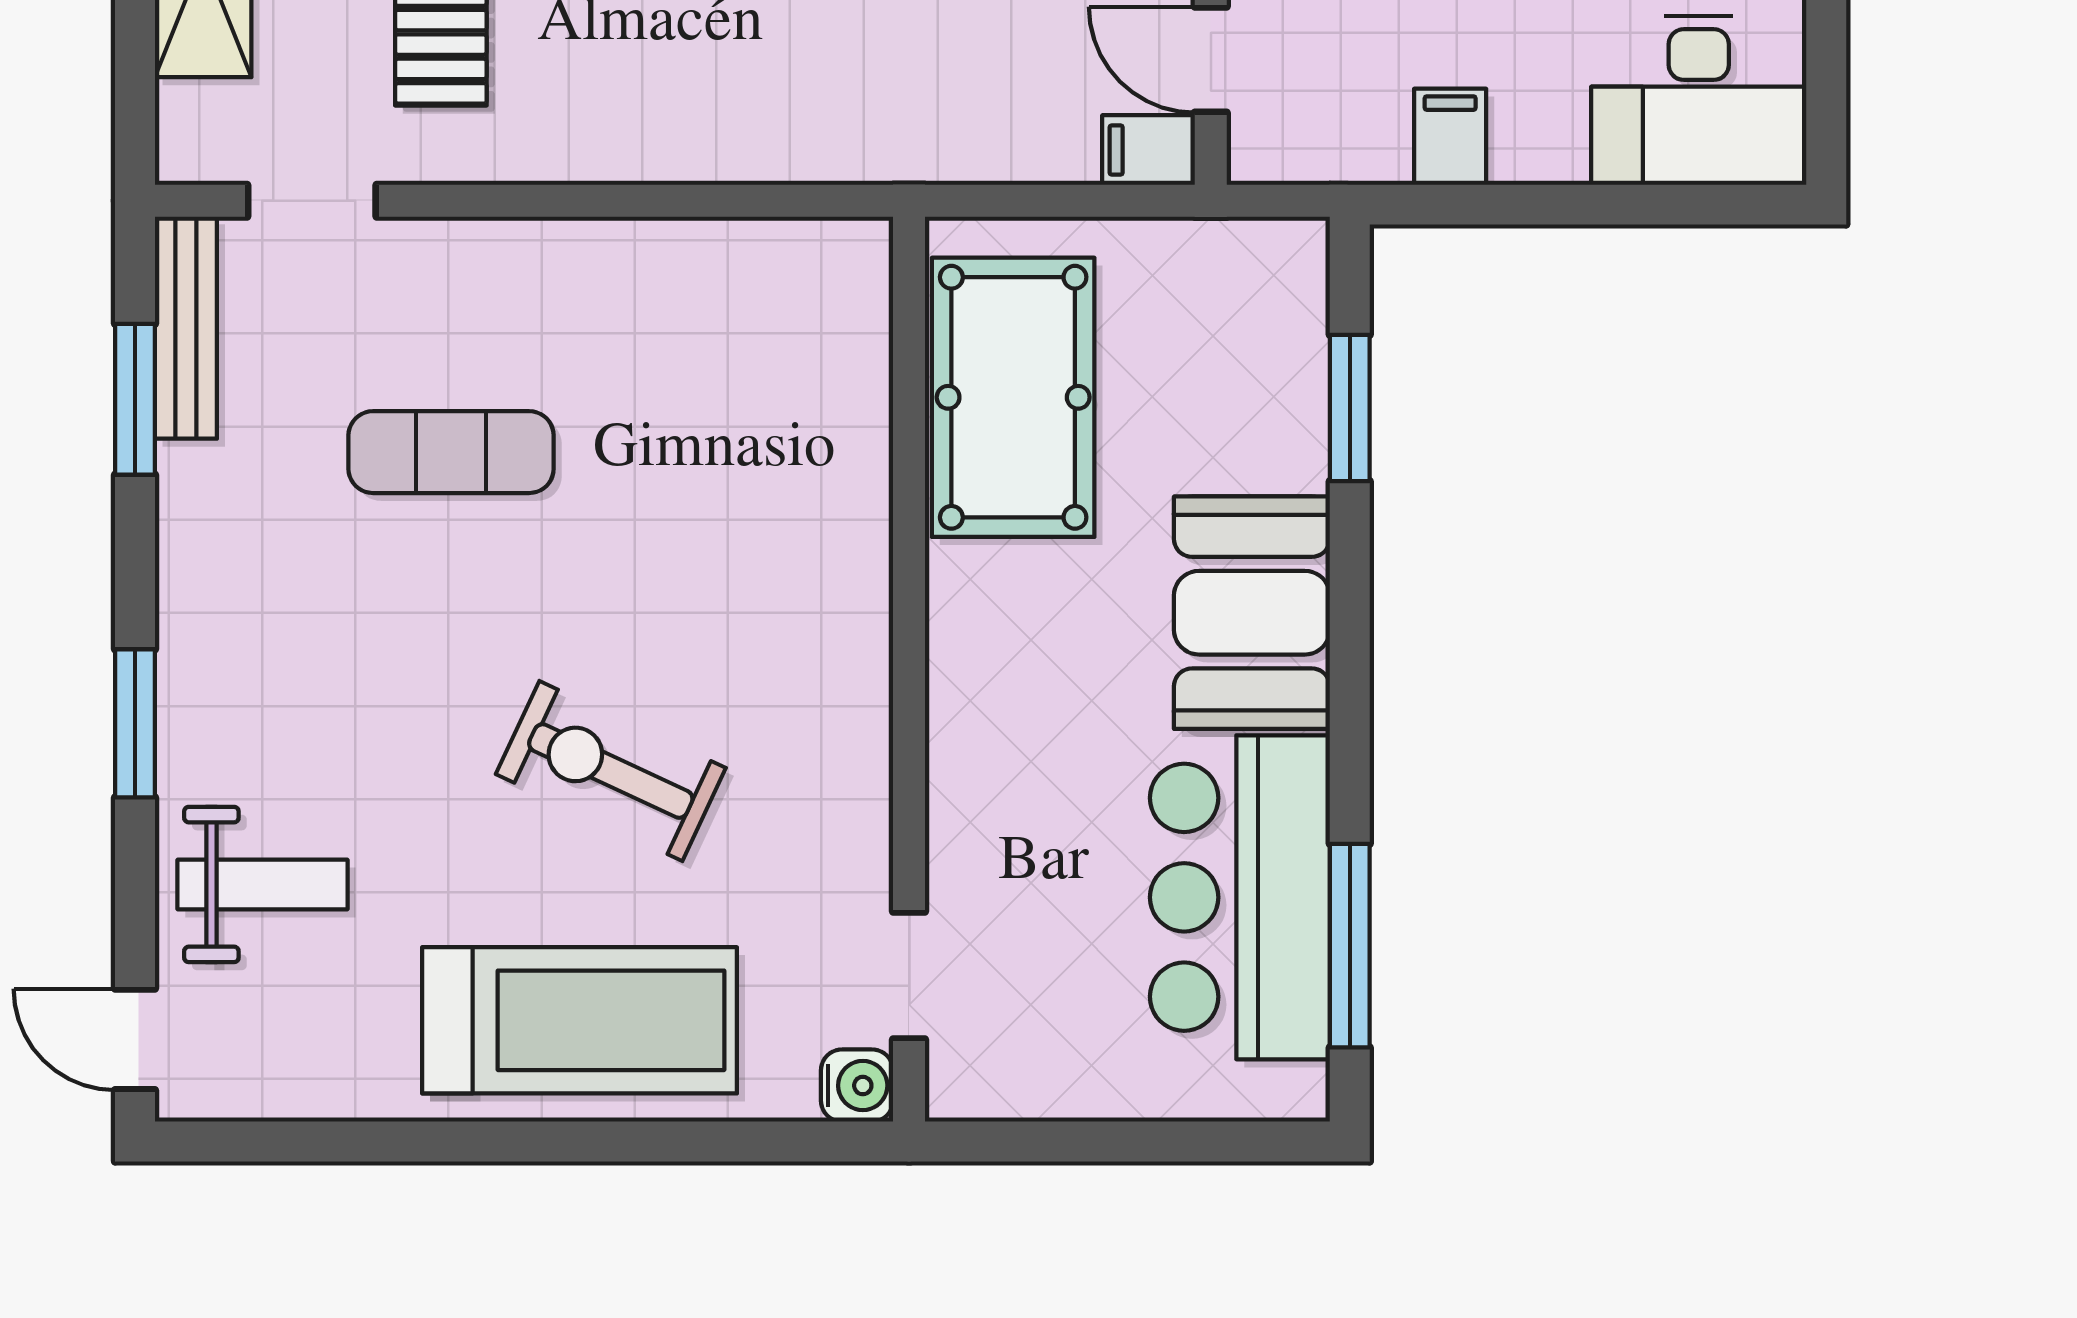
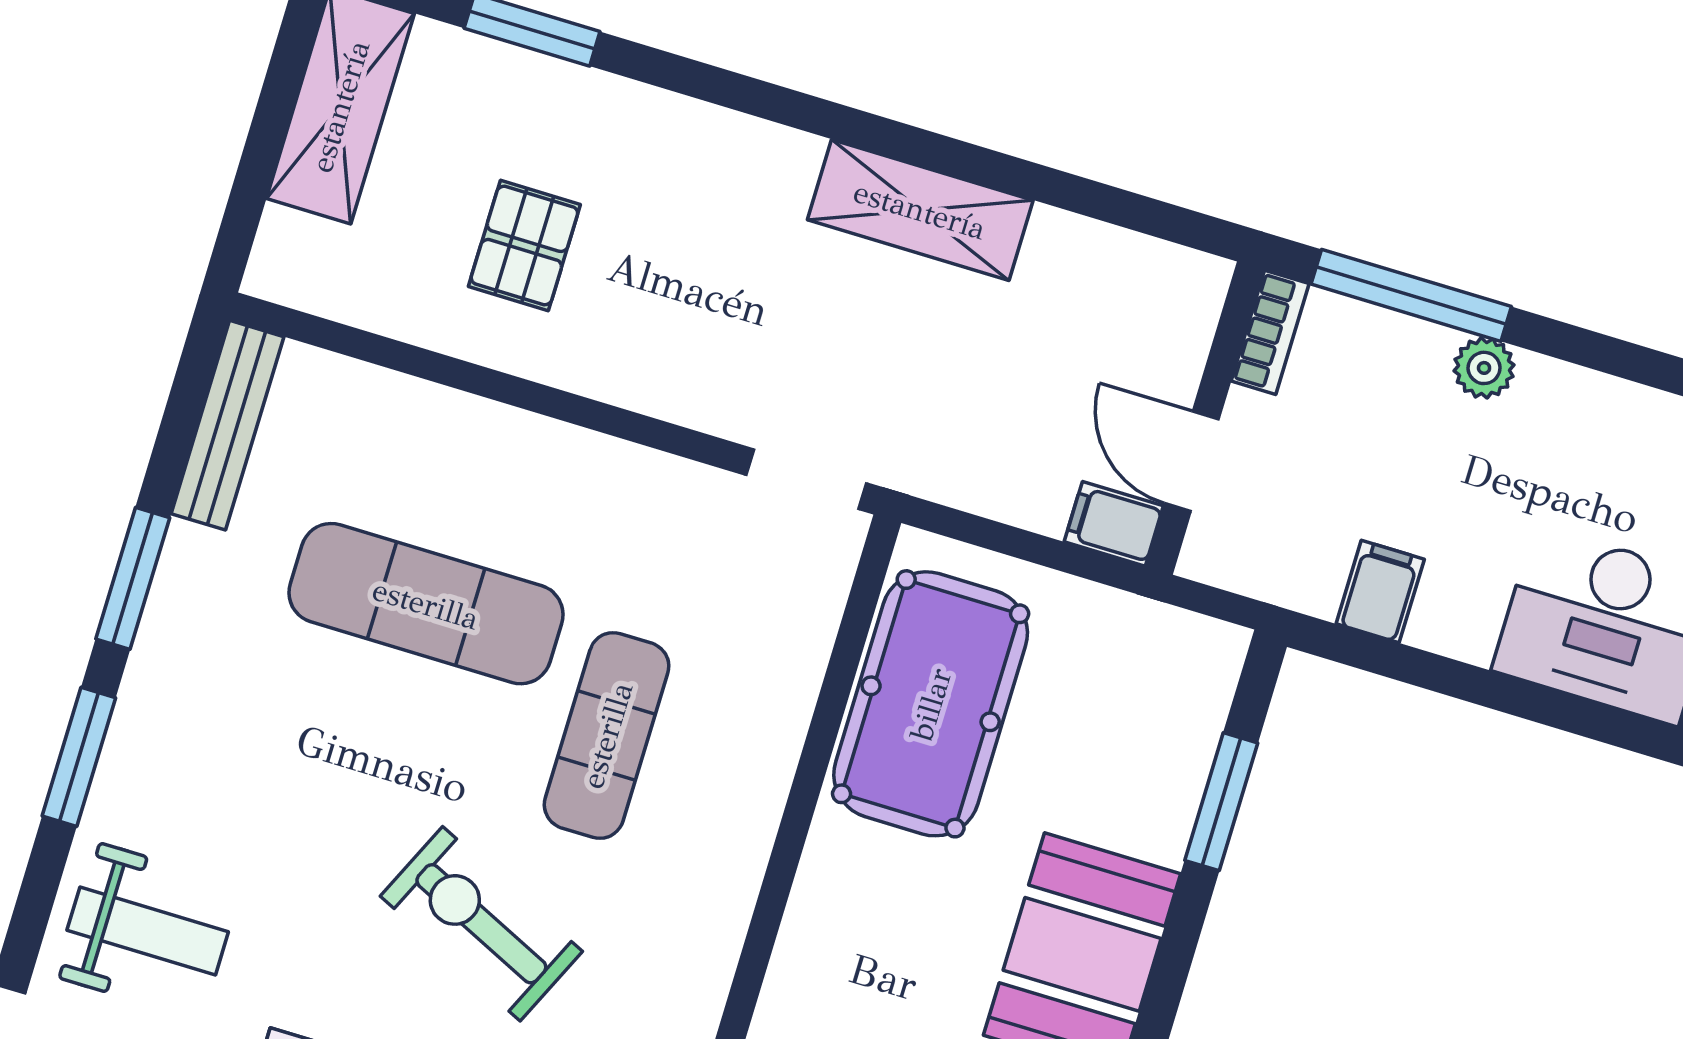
doorway: (312, 201) -> (806, 479), moved
window: (135, 399) -> (133, 578), moved
exercise mat: (451, 452) -> (426, 604), width x1.36, depth x1.45
exercise mat: (683, 533) -> (607, 735), added

